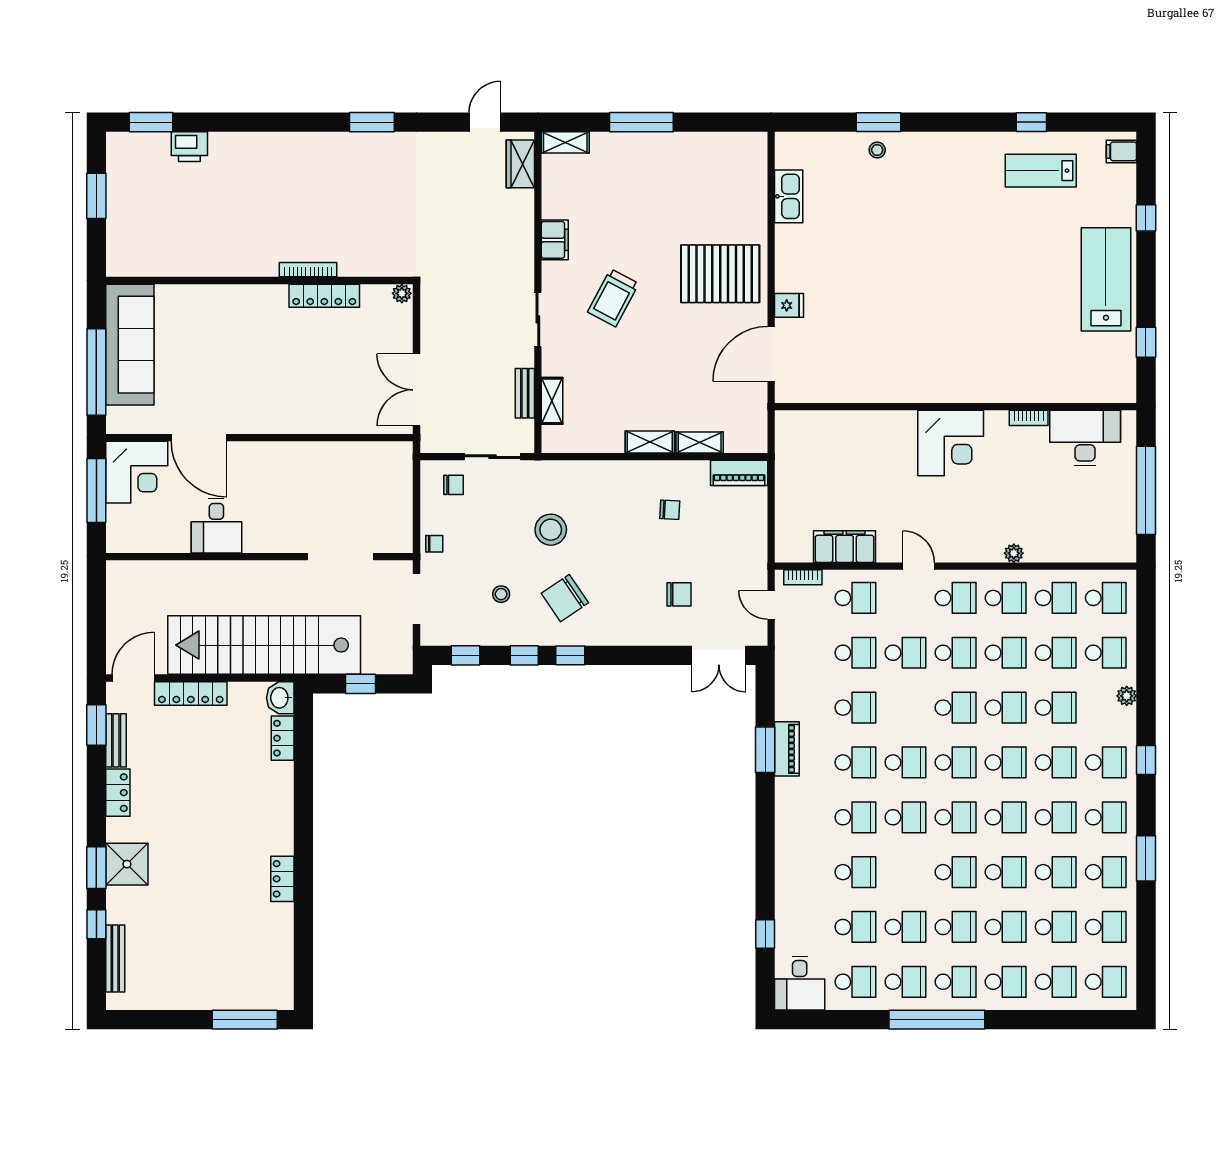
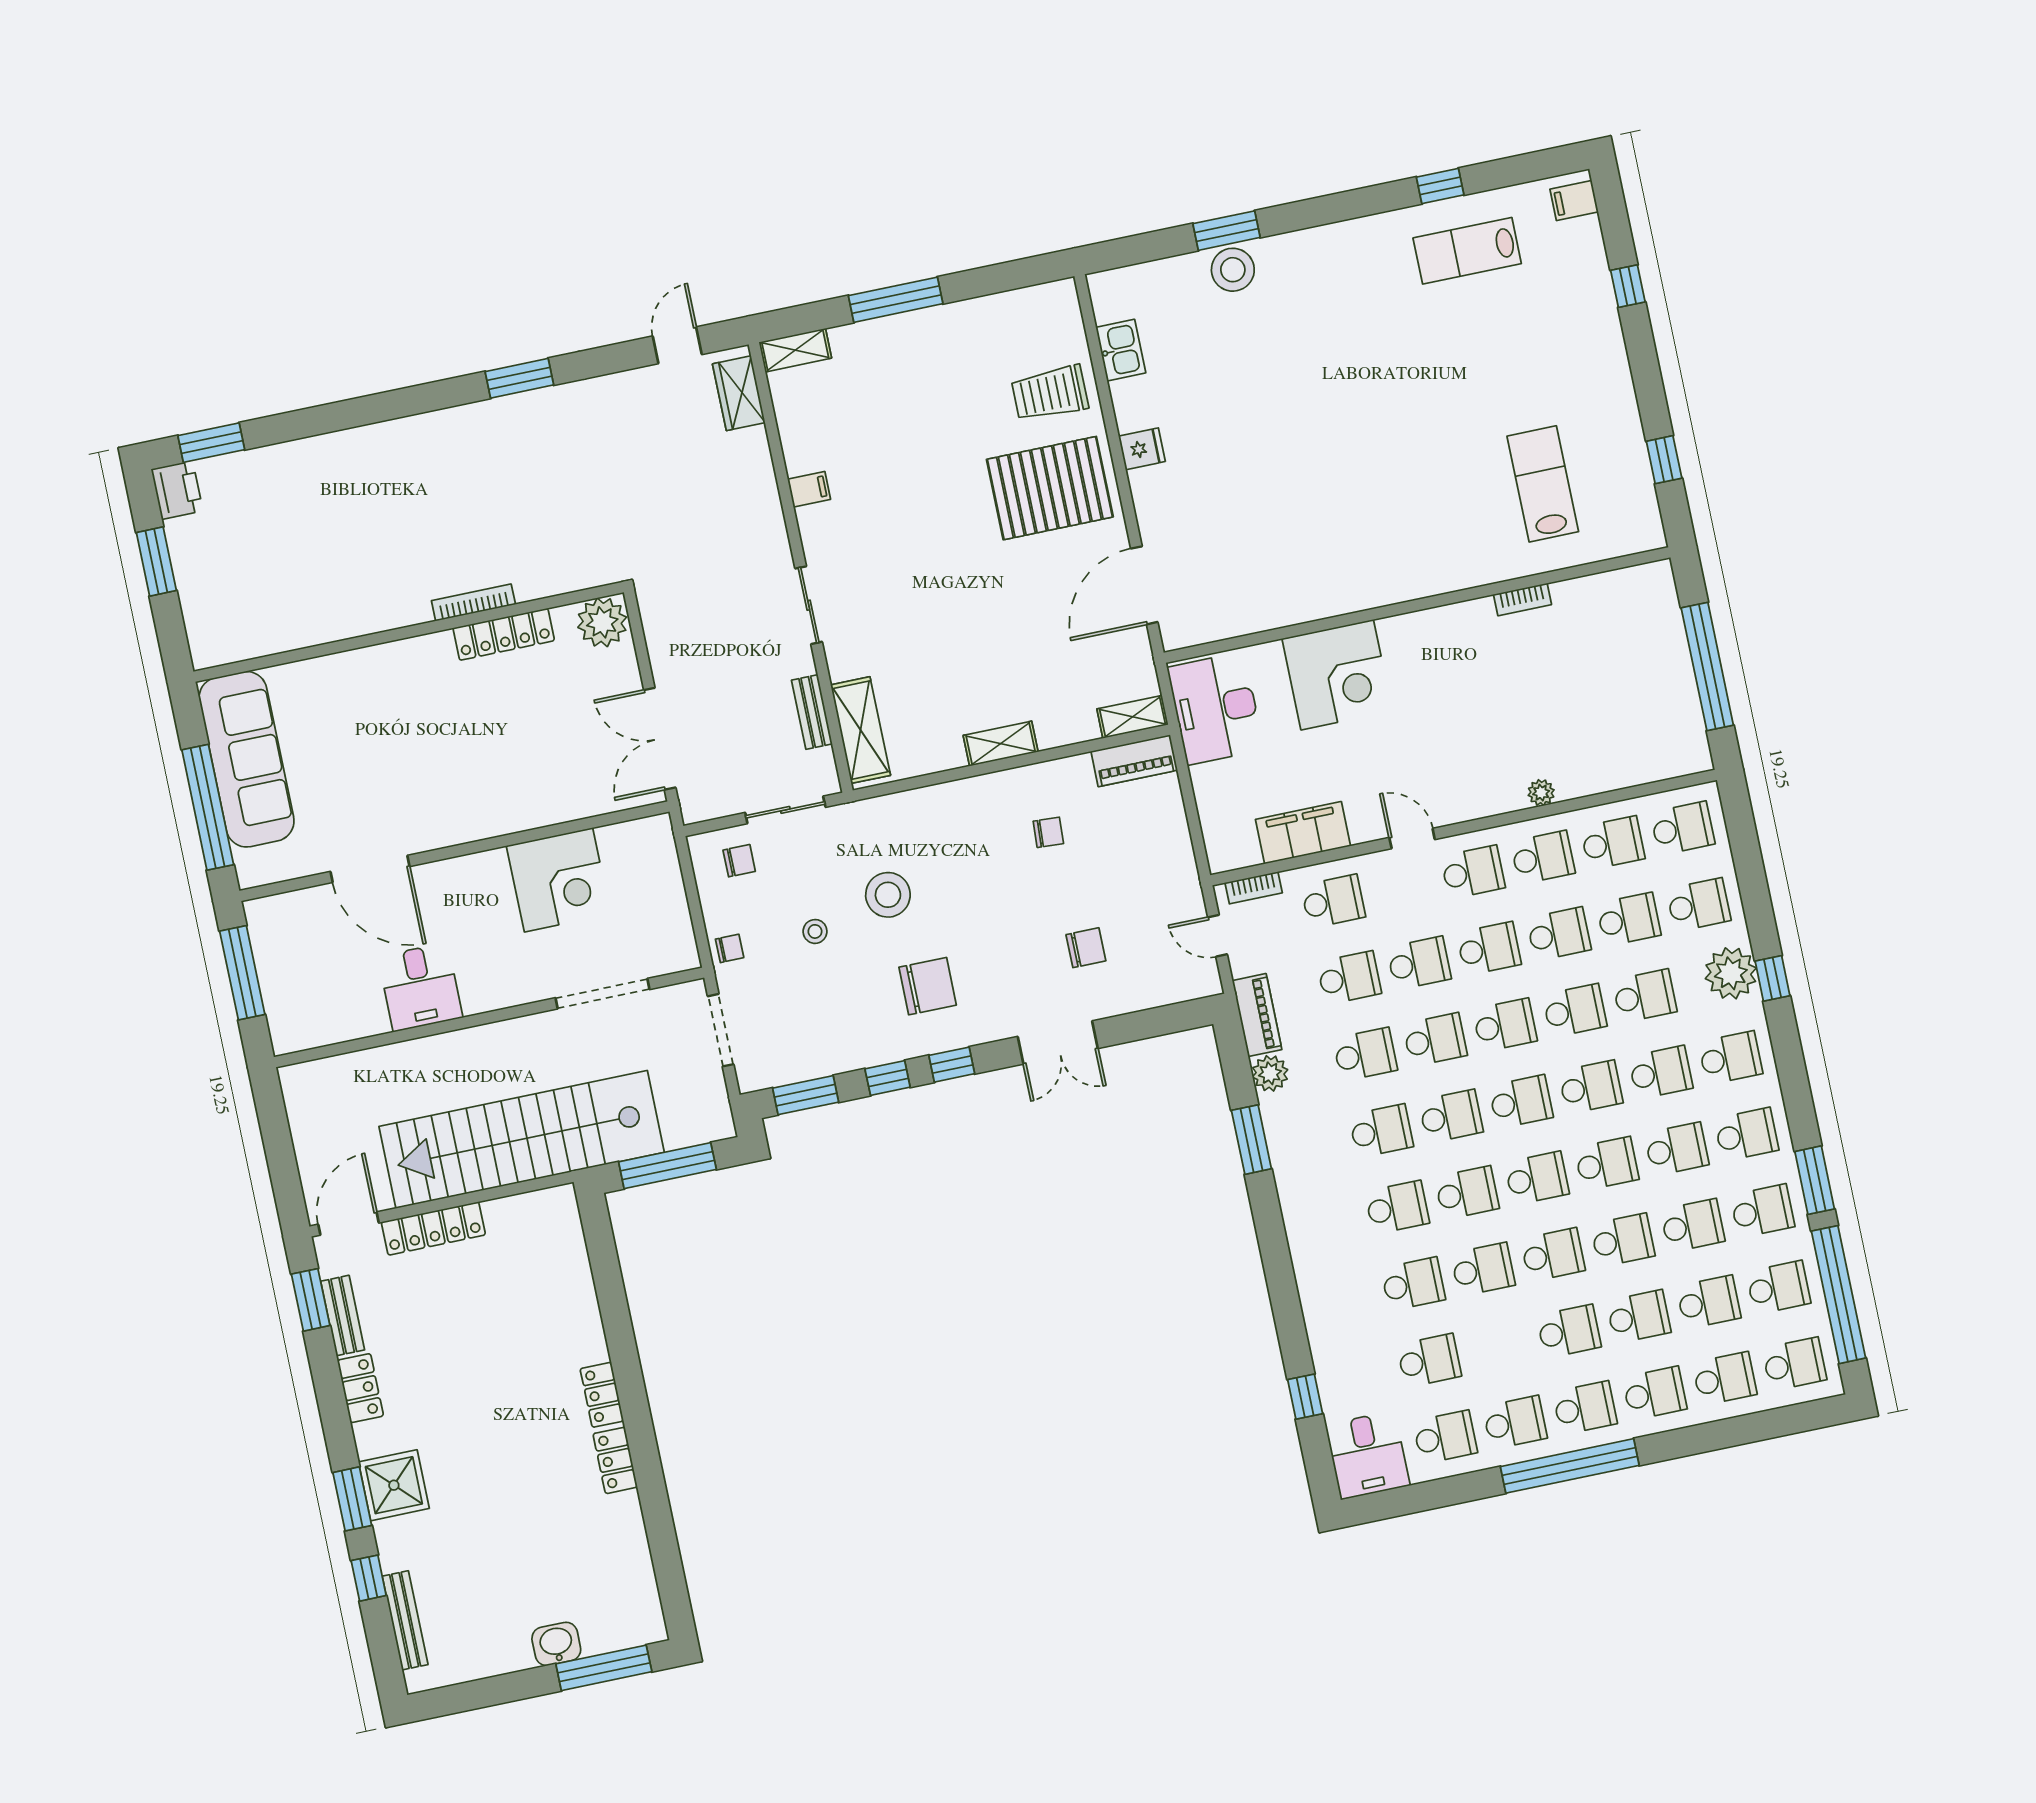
printer: (189, 147) -> (177, 490), moved, turned -90
stool: (877, 150) -> (1233, 270), width x1.89, depth x1.89
kitchen sink: (789, 196) -> (1121, 350), width x0.73
filing cabinet: (555, 240) -> (809, 489), width x0.50
lab bench: (1106, 279) -> (1543, 484), moved, width x0.73, depth x0.72
plant: (402, 293) -> (602, 622), width x1.87, depth x1.87
trolley: (613, 298) -> (1050, 393), moved, turned 62
fridge: (789, 305) -> (1142, 449), moved
shelving: (552, 401) -> (861, 730), width x1.50, depth x1.33
desk: (1085, 438) -> (1216, 708), moved, turned -90
shelving: (700, 443) -> (1132, 717), moved
corner desk: (951, 443) -> (1337, 675), moved
corner desk: (137, 472) -> (558, 880), moved
stool: (501, 594) -> (815, 931), moved
chair: (565, 598) -> (928, 986), turned -146
window: (465, 655) -> (806, 1095), width x1.50
double door: (719, 655) -> (1058, 1042), moved
window: (360, 684) -> (667, 1166), width x2.17
plant: (1127, 696) -> (1731, 973), width x1.87, depth x1.87
washbasin: (280, 698) -> (556, 1644), moved, turned 90
plant: (787, 707) -> (1270, 1073), added
school desk: (906, 708) -> (1435, 1040), added
locker: (283, 738) -> (602, 1395), moved
piano: (787, 749) -> (1257, 1015), moved
window: (1146, 760) -> (1772, 978), moved
school desk: (906, 927) -> (1483, 1269), moved
window: (1146, 940) -> (1839, 1295), added

